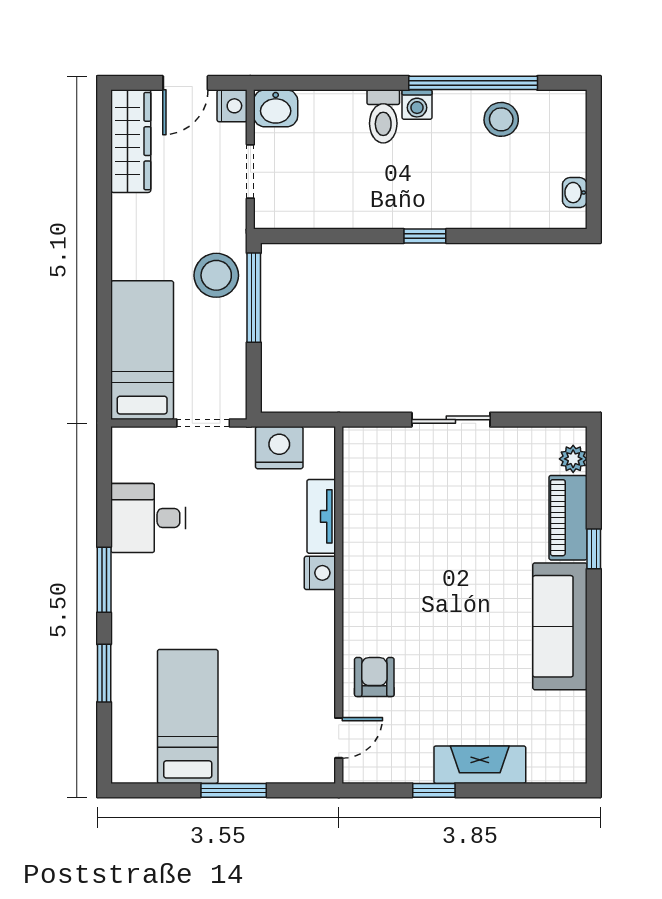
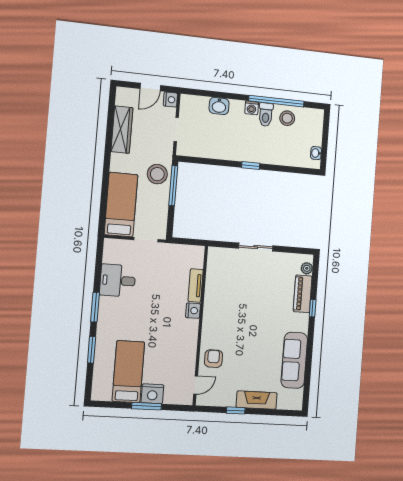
washbasin: (276, 108) -> (219, 106), moved
toilet: (383, 116) -> (266, 115), moved
wardrobe: (131, 141) -> (122, 130), moved
nightstand: (279, 448) -> (152, 394), moved, turned 180
sofa: (560, 626) -> (294, 360), moved

